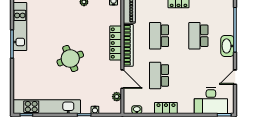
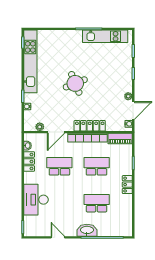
desk: (211, 101) -> (36, 200), moved
locker: (166, 108) -> (29, 161), moved

